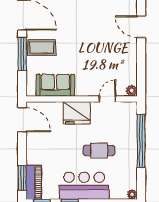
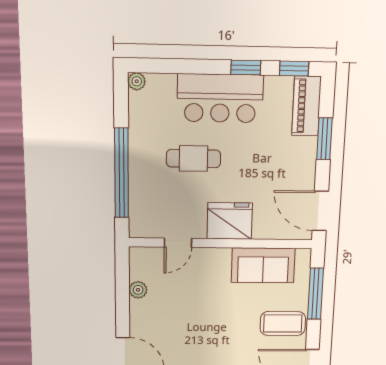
window: (22, 54) -> (316, 294), moved
plant: (132, 91) -> (138, 290), moved
window: (22, 178) -> (324, 139), moved

